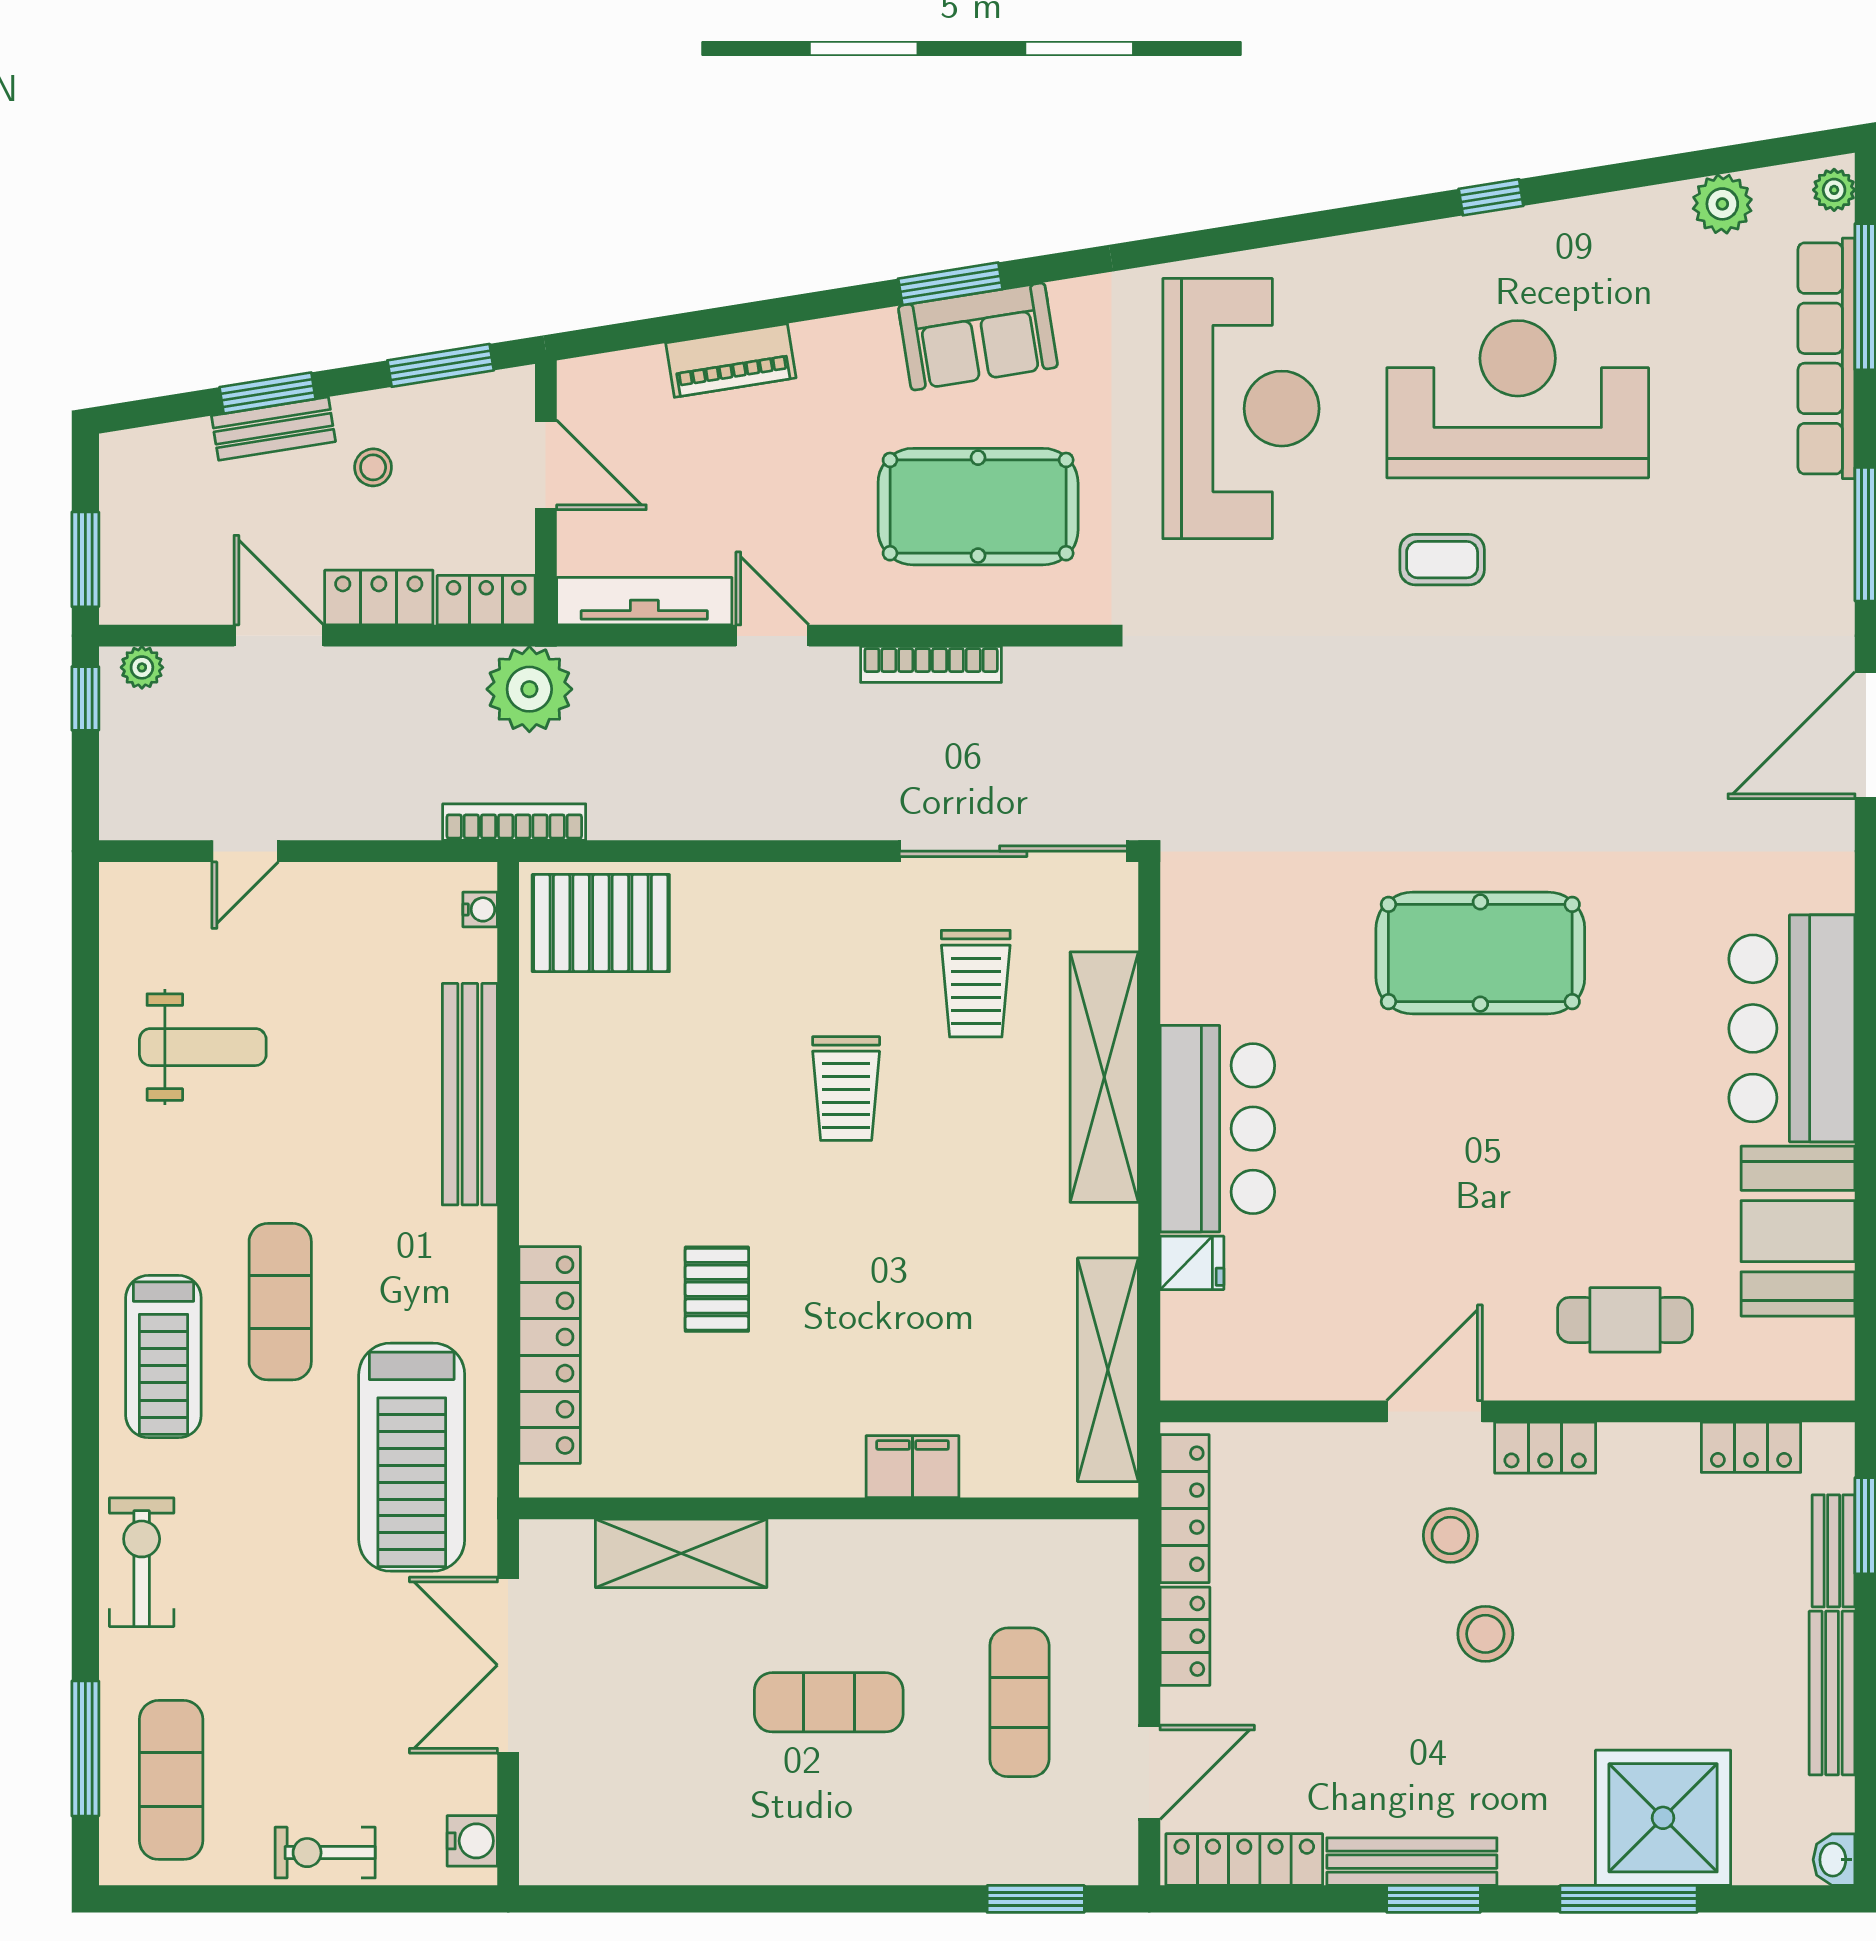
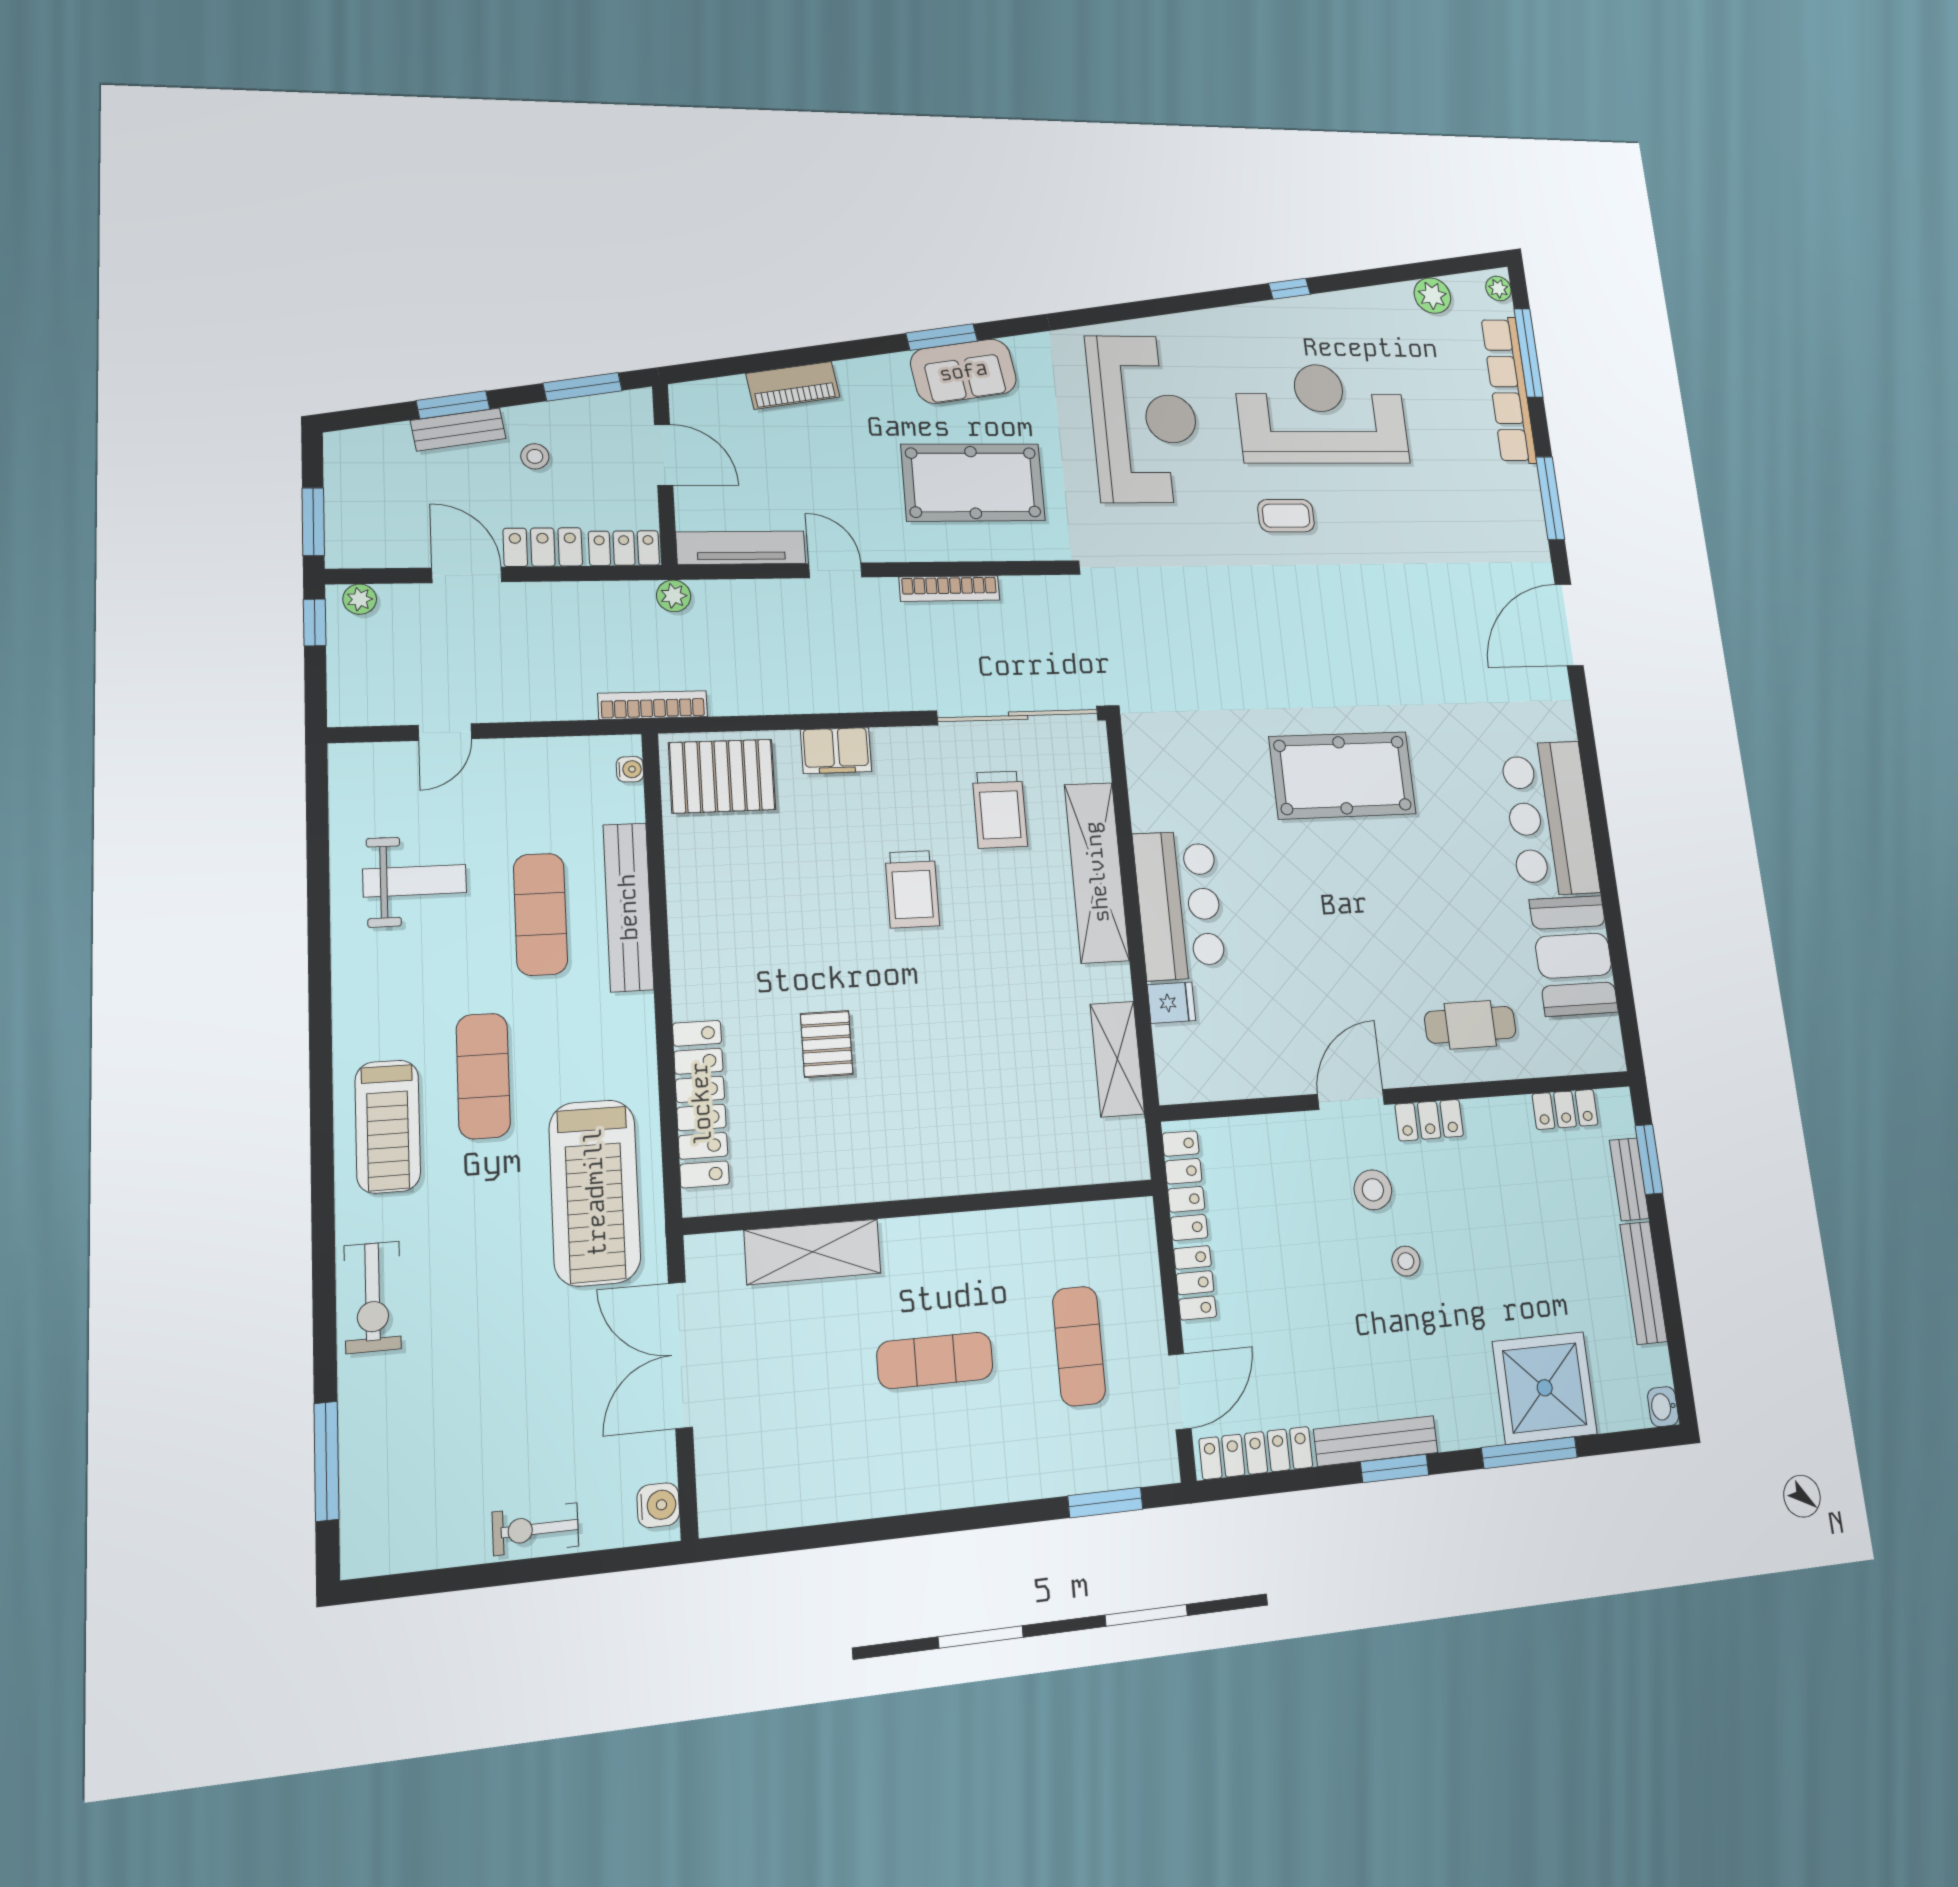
plant: (529, 689) -> (674, 596), width x0.53, depth x0.53
shelving: (1108, 1370) -> (1117, 1059), width x0.68
filing cabinet: (913, 1467) -> (836, 751), moved, turned 180
exercise bike: (142, 1562) -> (373, 1297), turned 180
stool: (1485, 1634) -> (1406, 1261), width x0.73, depth x0.73
exercise mat: (171, 1780) -> (540, 914), moved

